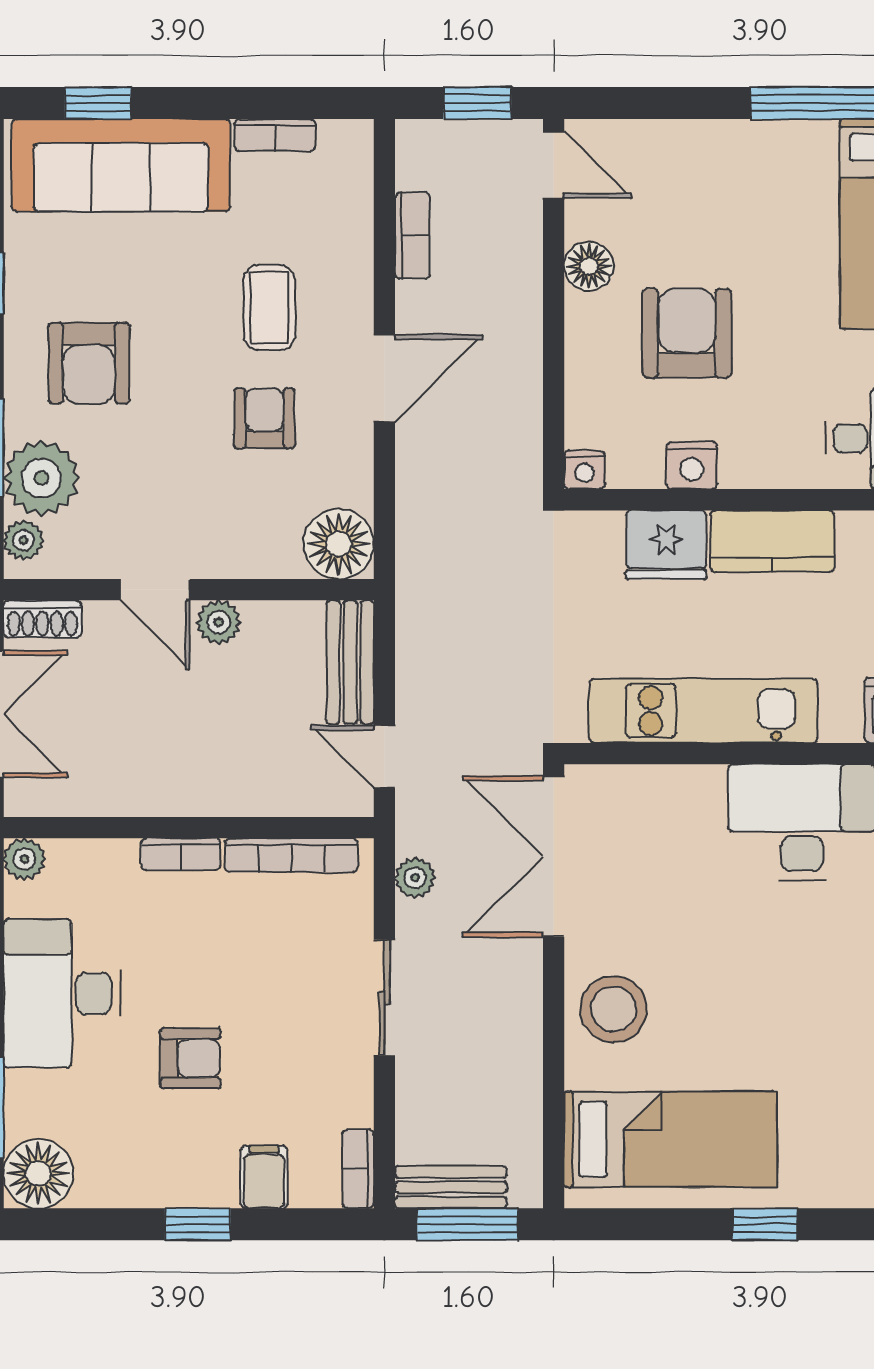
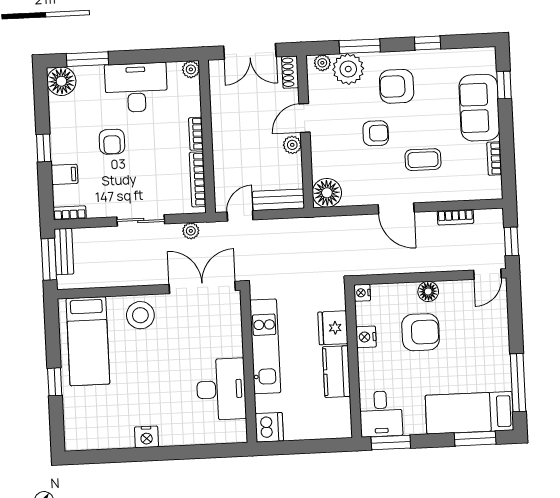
sofa: (121, 165) -> (479, 108), width x0.73
floor lamp: (589, 266) -> (428, 291), moved
armchair: (265, 418) -> (376, 133), moved

